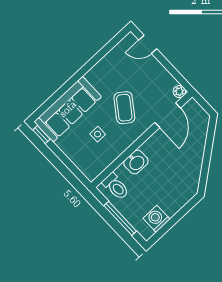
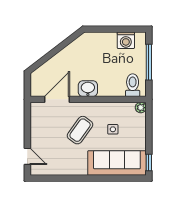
plant: (179, 92) -> (141, 108), moved
washbasin: (136, 162) -> (88, 89), moved

